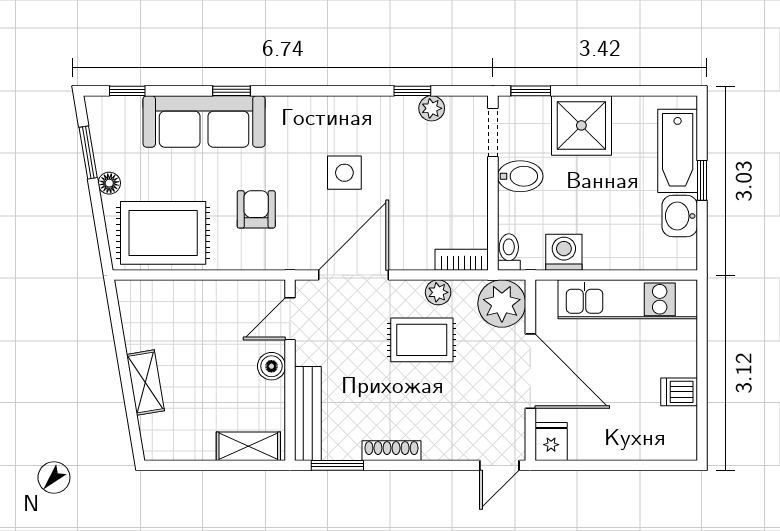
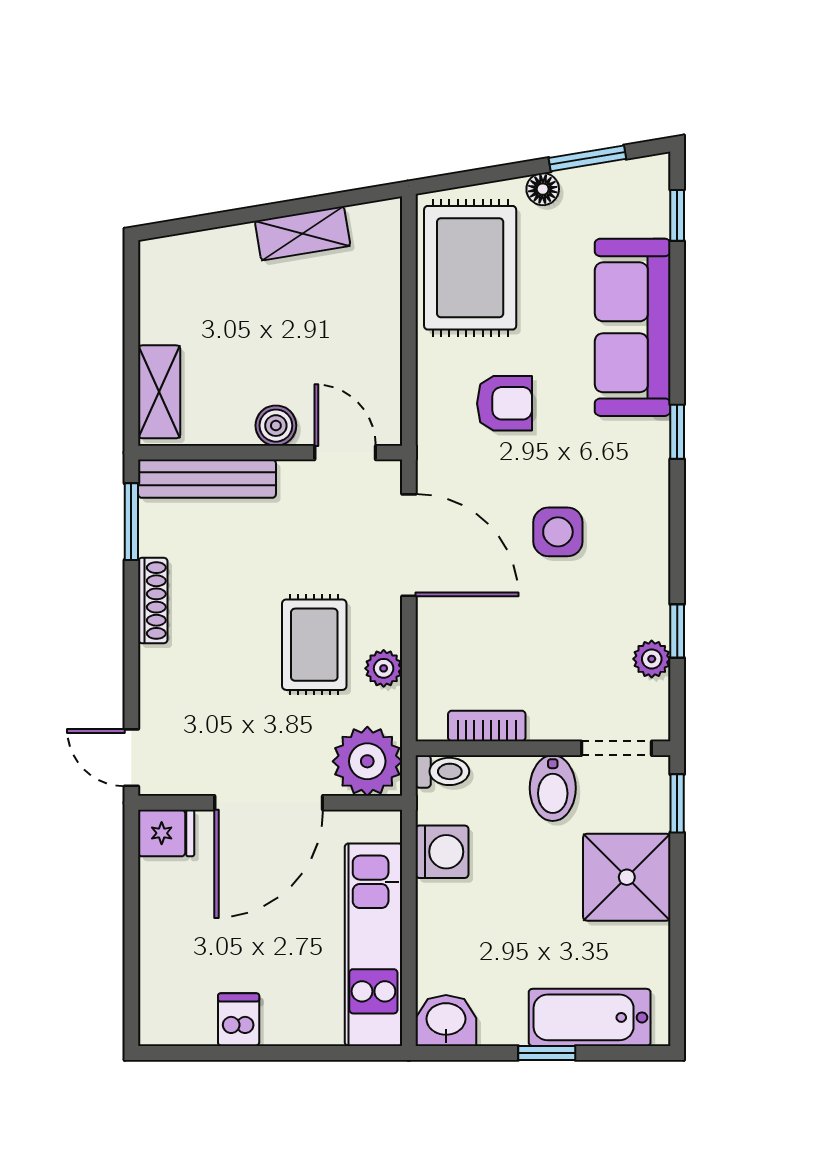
window: (231, 91) -> (677, 432), moved
washbasin: (680, 216) -> (446, 1020), moved
bookcase: (462, 260) -> (487, 726), moved, turned -90
shelving: (145, 383) -> (303, 233), moved

